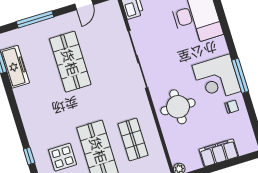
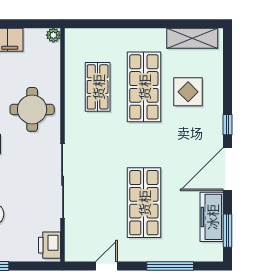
door: (14, 107) -> (227, 169), added
window: (29, 156) -> (227, 125), moved

